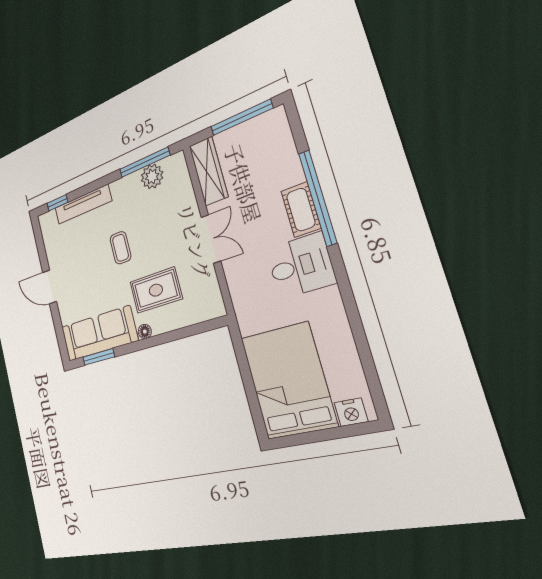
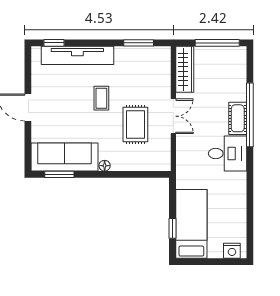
window: (145, 162) -> (139, 43), width x0.69
plant: (152, 176) -> (142, 56), removed
tv unit: (83, 204) -> (77, 55), width x1.36, depth x1.29
rug: (156, 290) -> (135, 124), moved, turned 90
bed: (288, 381) -> (191, 224), width x0.67
window: (252, 396) -> (173, 228), added

